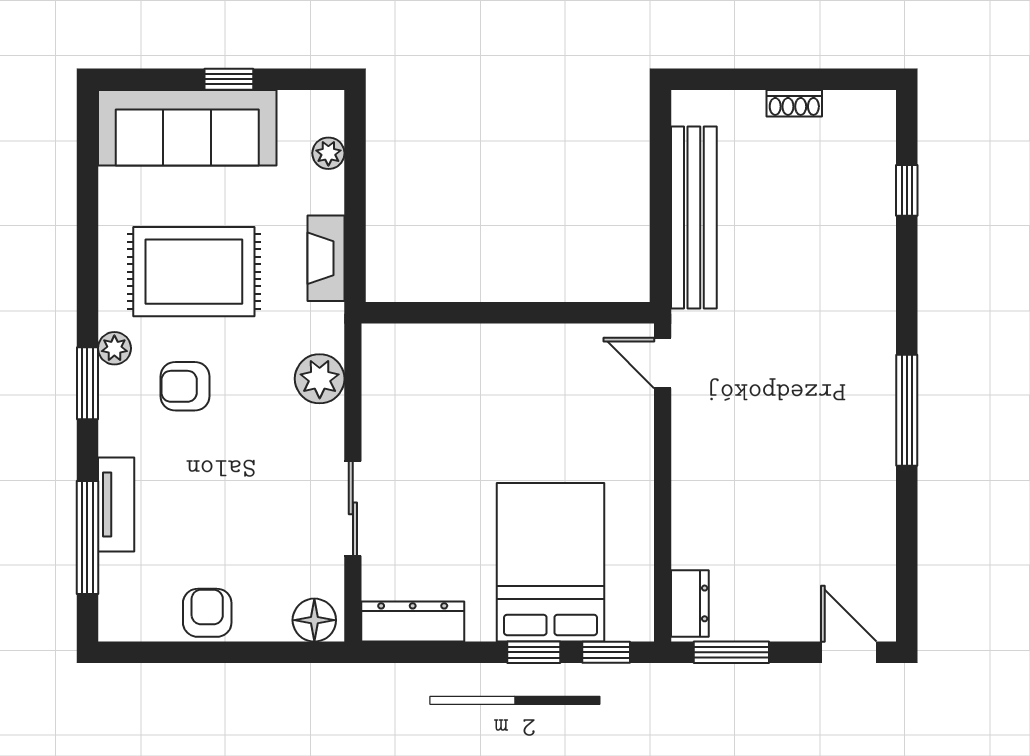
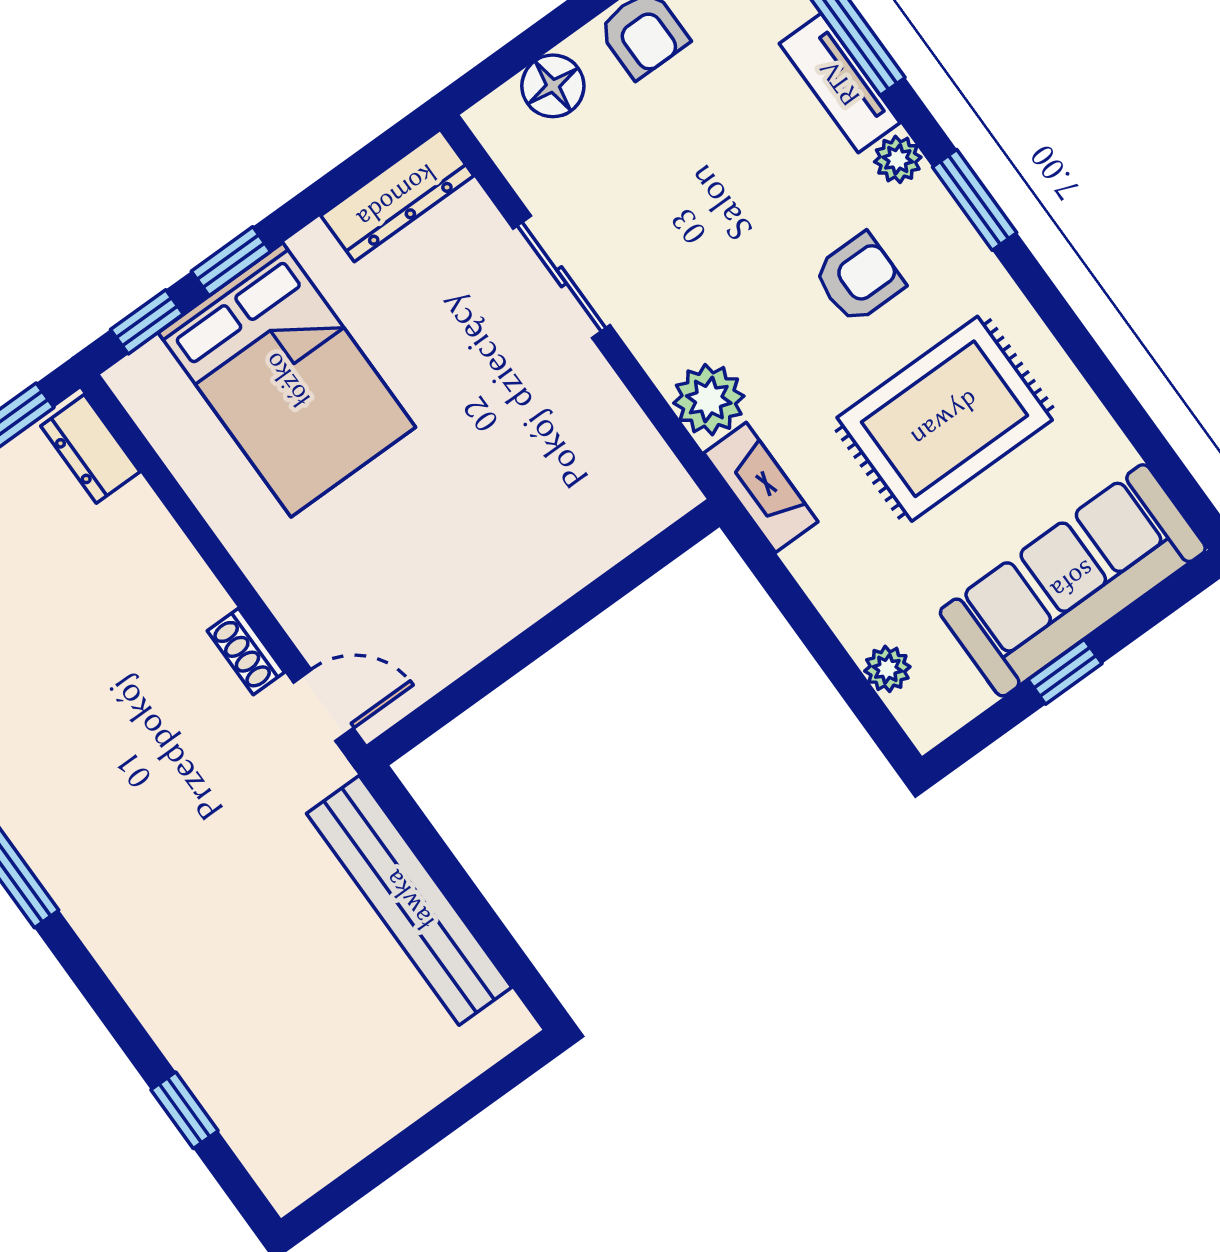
shoe rack: (794, 103) -> (246, 651), moved, turned -90
fireplace: (326, 258) -> (761, 487), moved
plant: (114, 348) -> (898, 159), moved
floor lamp: (314, 620) -> (553, 86), moved

